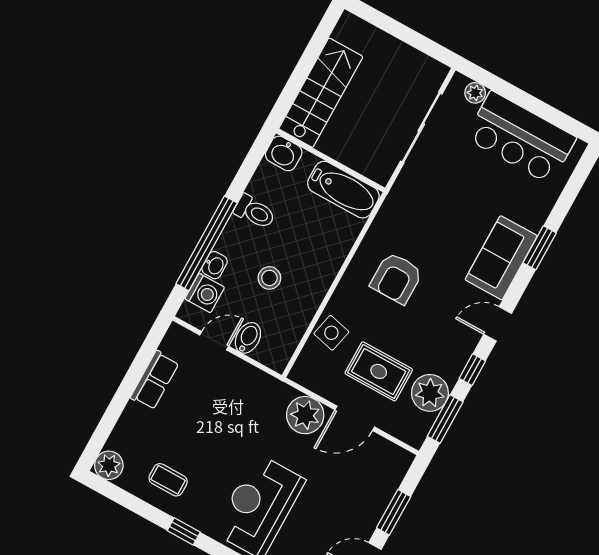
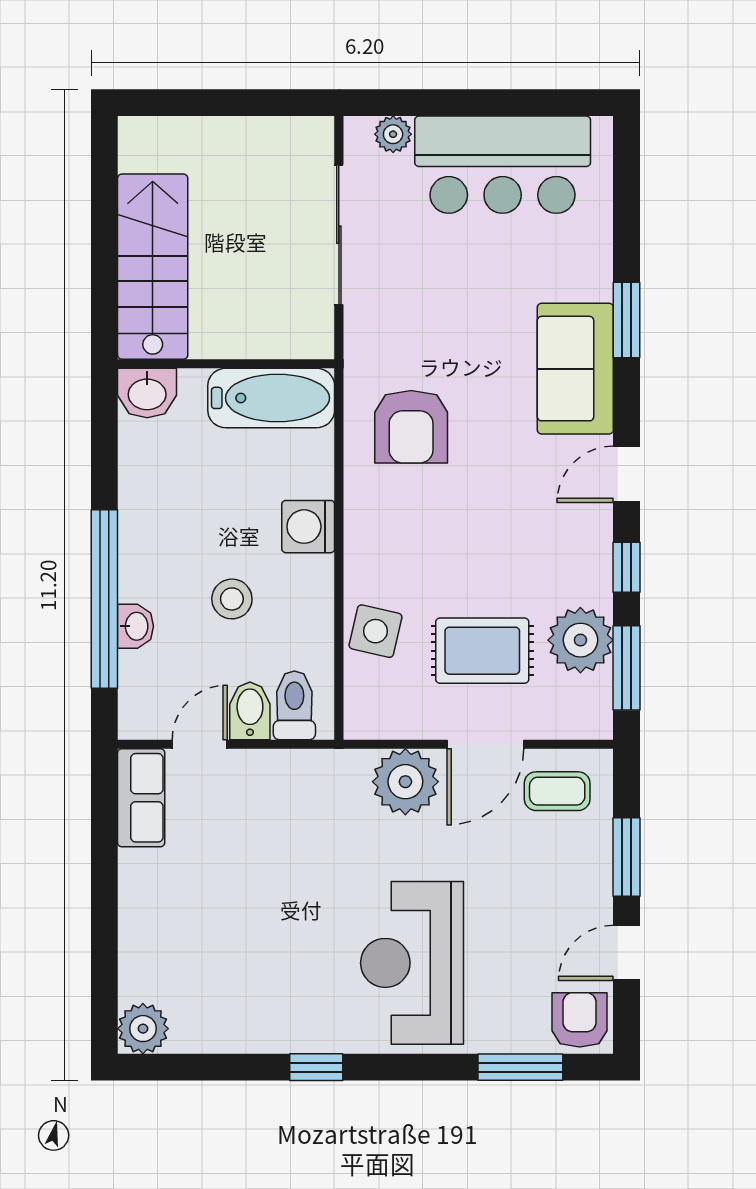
toilet: (255, 212) -> (294, 705), moved, turned -90
armchair: (396, 278) -> (411, 427), moved
washing machine: (205, 293) -> (308, 527), moved, turned 180
row of seats: (155, 380) -> (141, 798), moved
coffee table: (168, 480) -> (557, 791), moved

